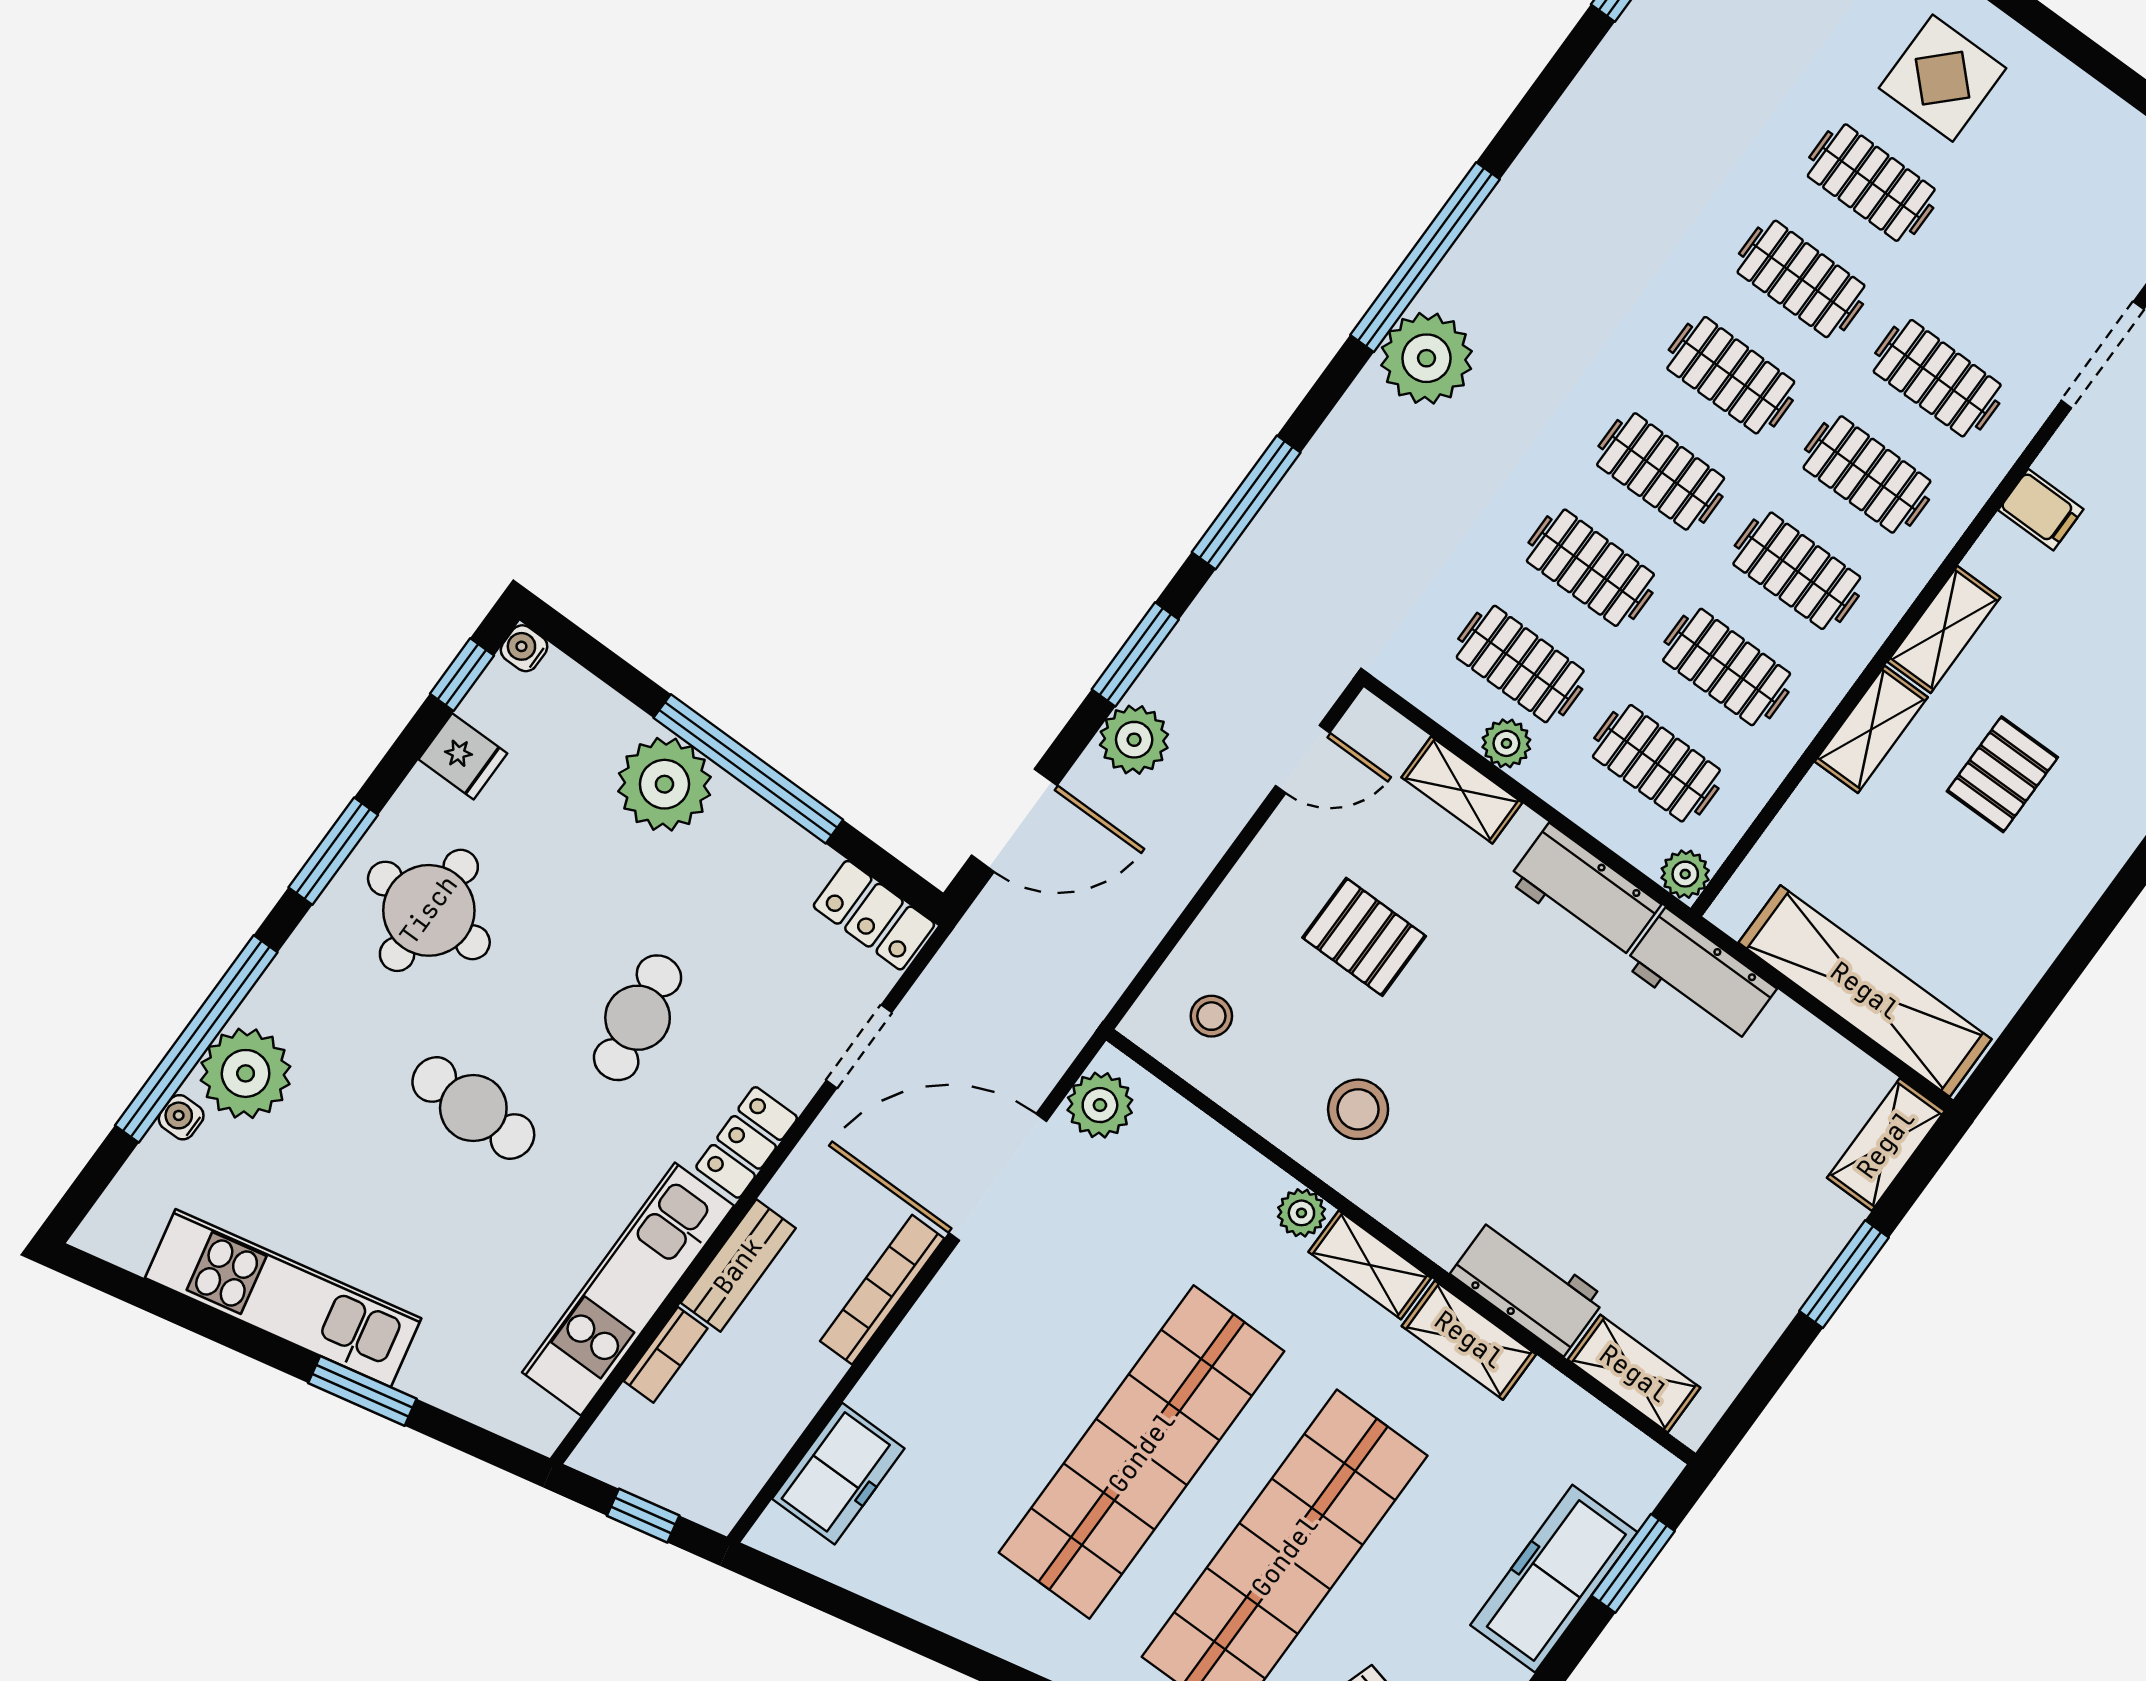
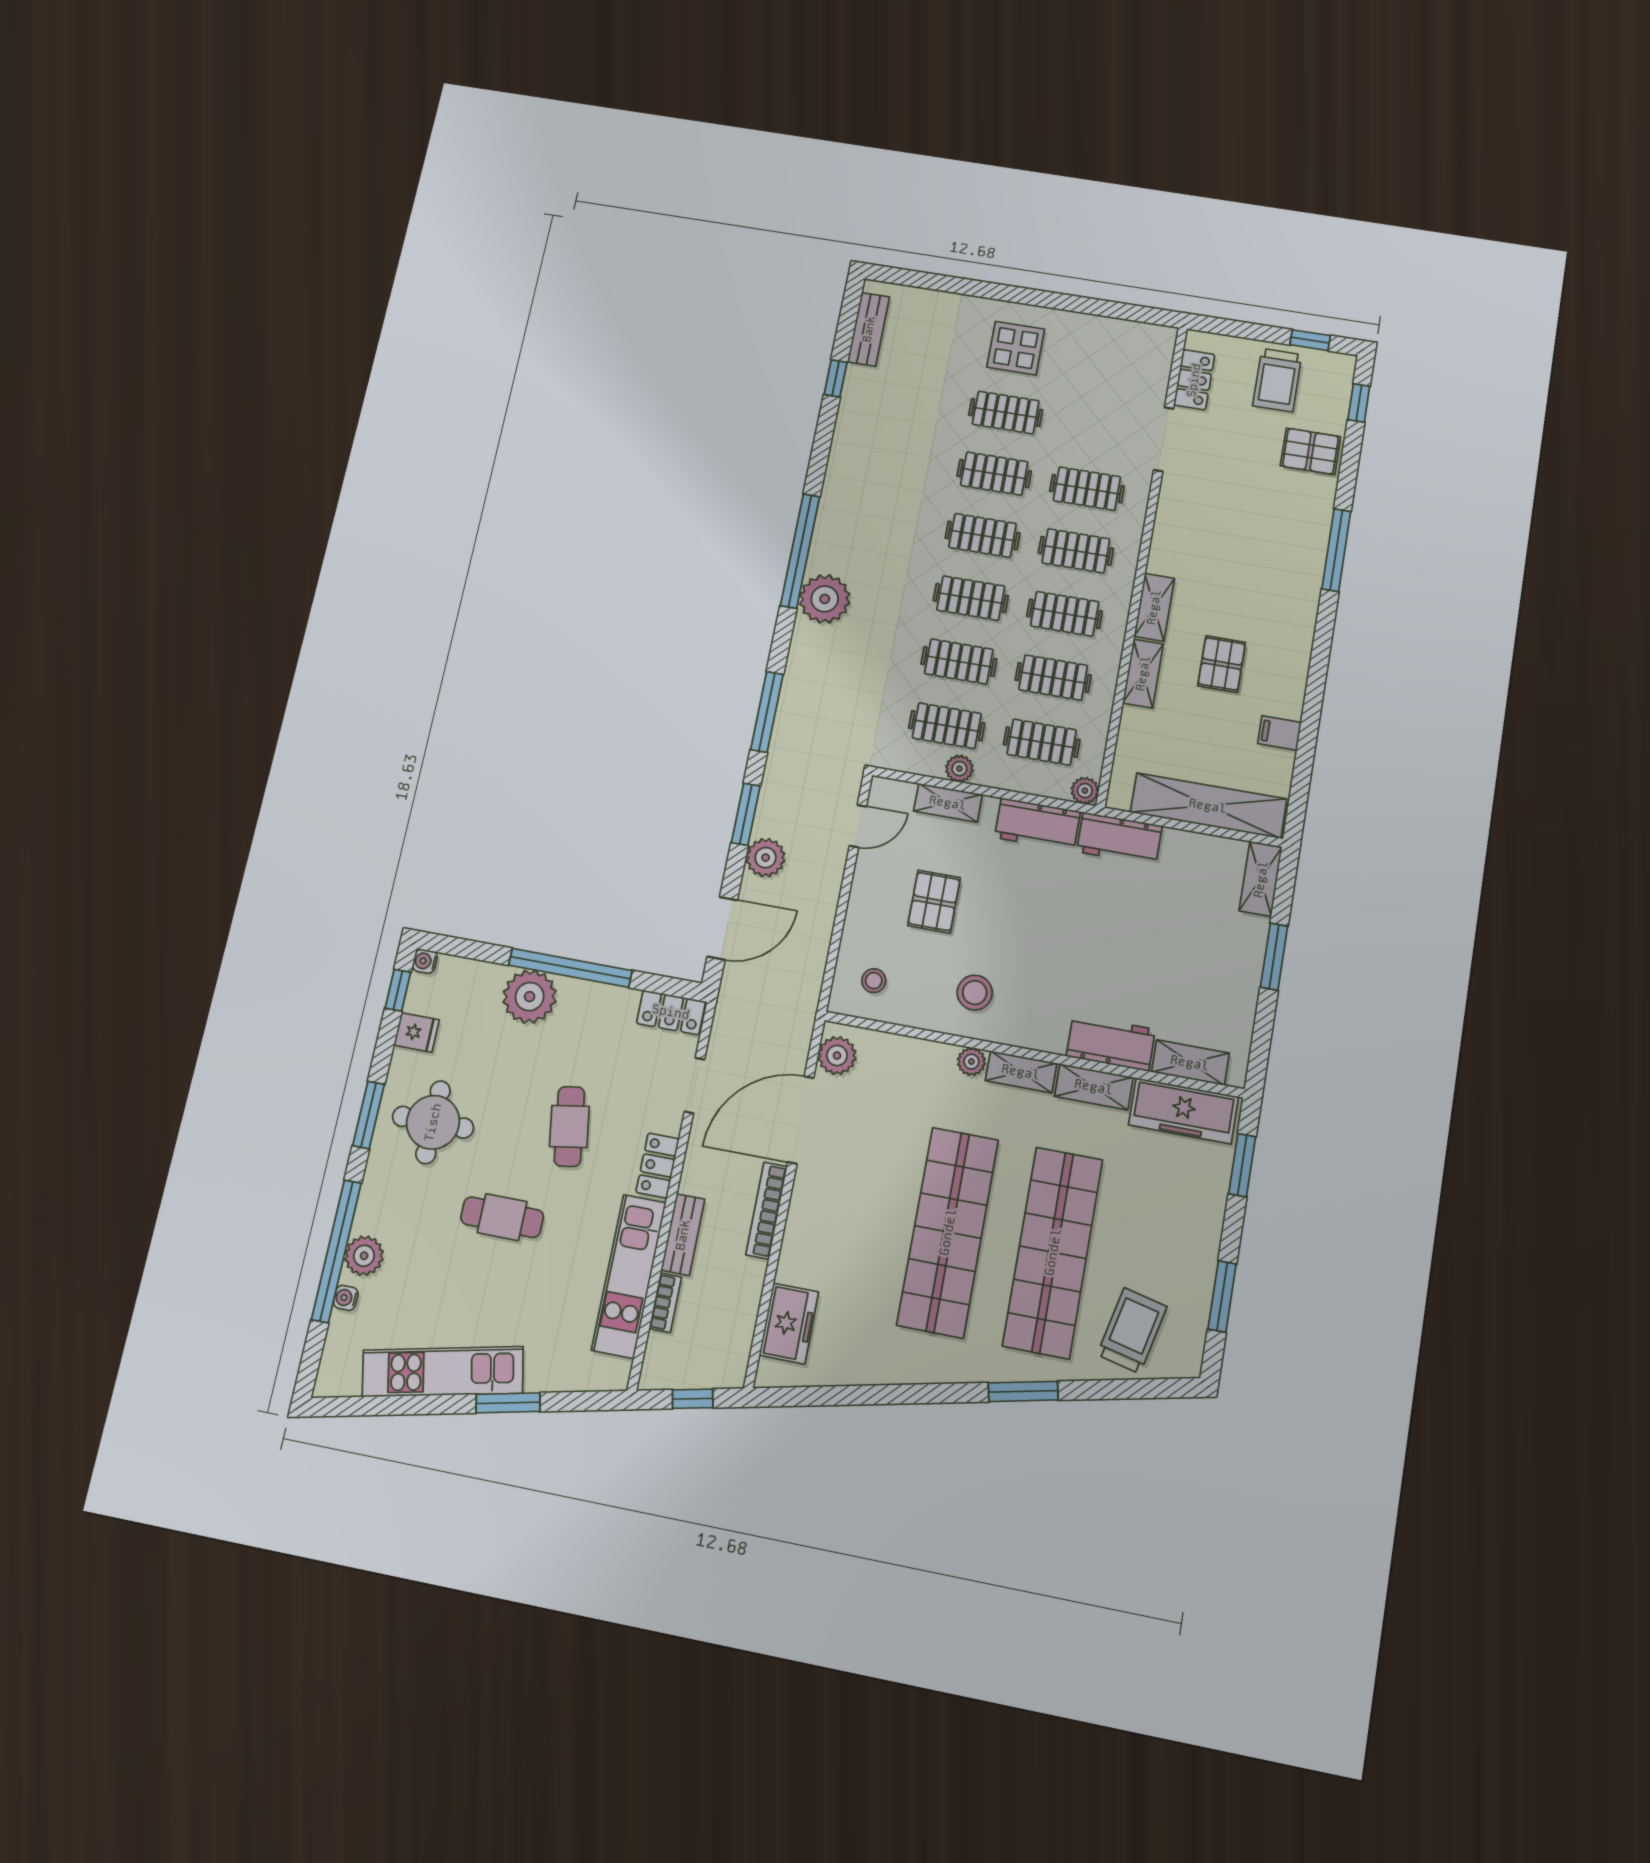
filing cabinet: (2041, 510) -> (1279, 733), moved, turned 180
pallet: (1364, 937) -> (934, 902), turned 90
plant: (246, 1073) -> (364, 1256), width x0.73, depth x0.73
freezer: (1554, 1579) -> (1183, 1111), moved, turned -90

